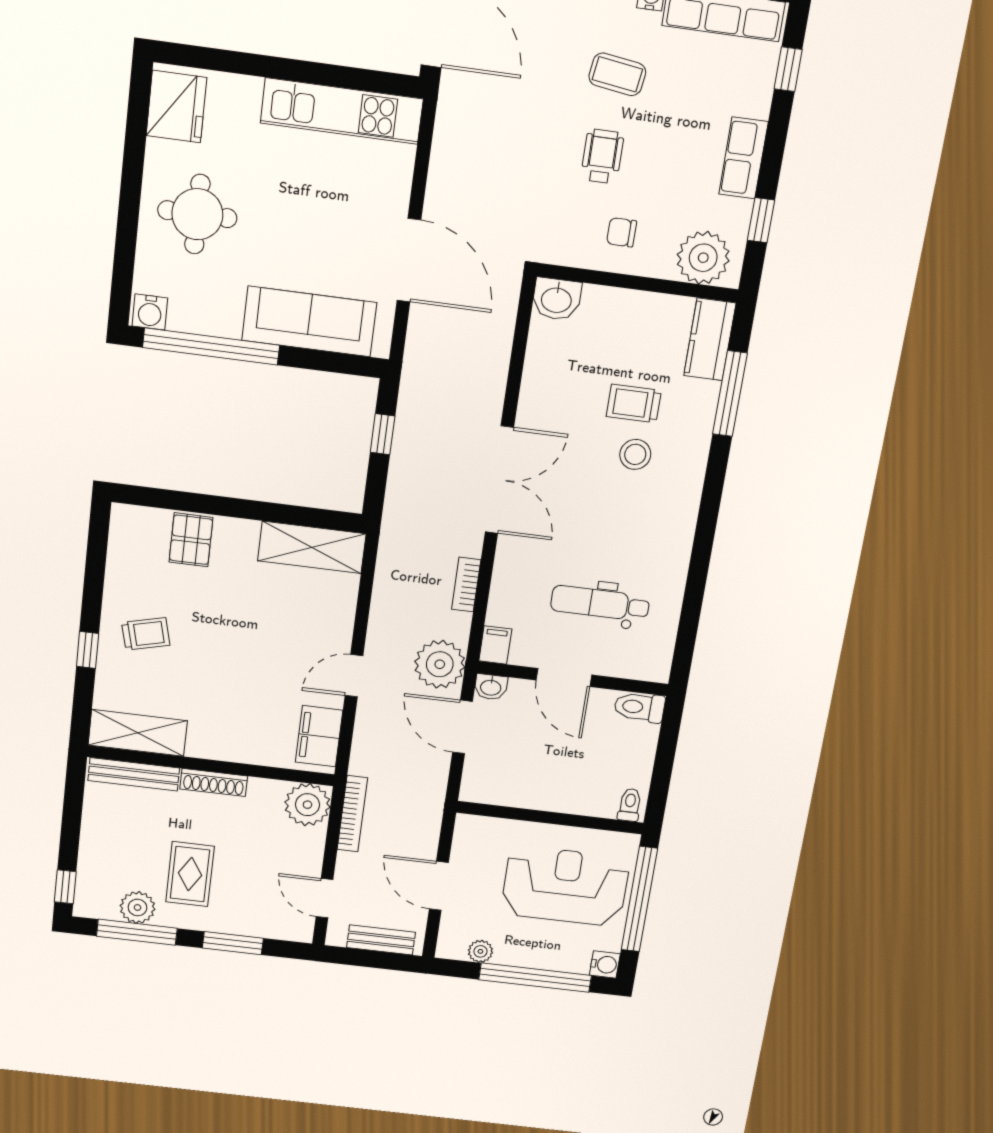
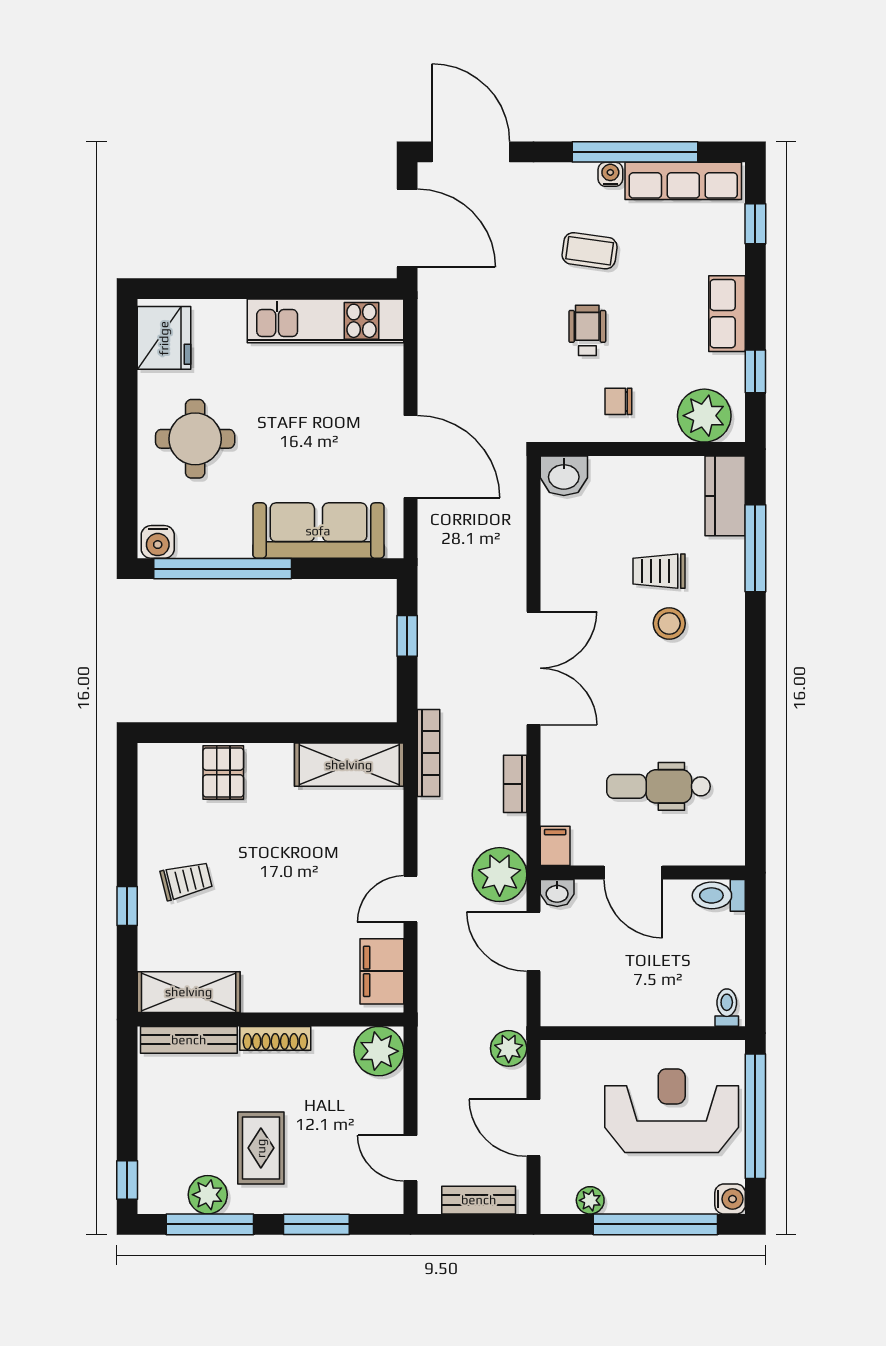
bookcase: (352, 814) -> (428, 753), moved
plant: (426, 816) -> (509, 1048), added

